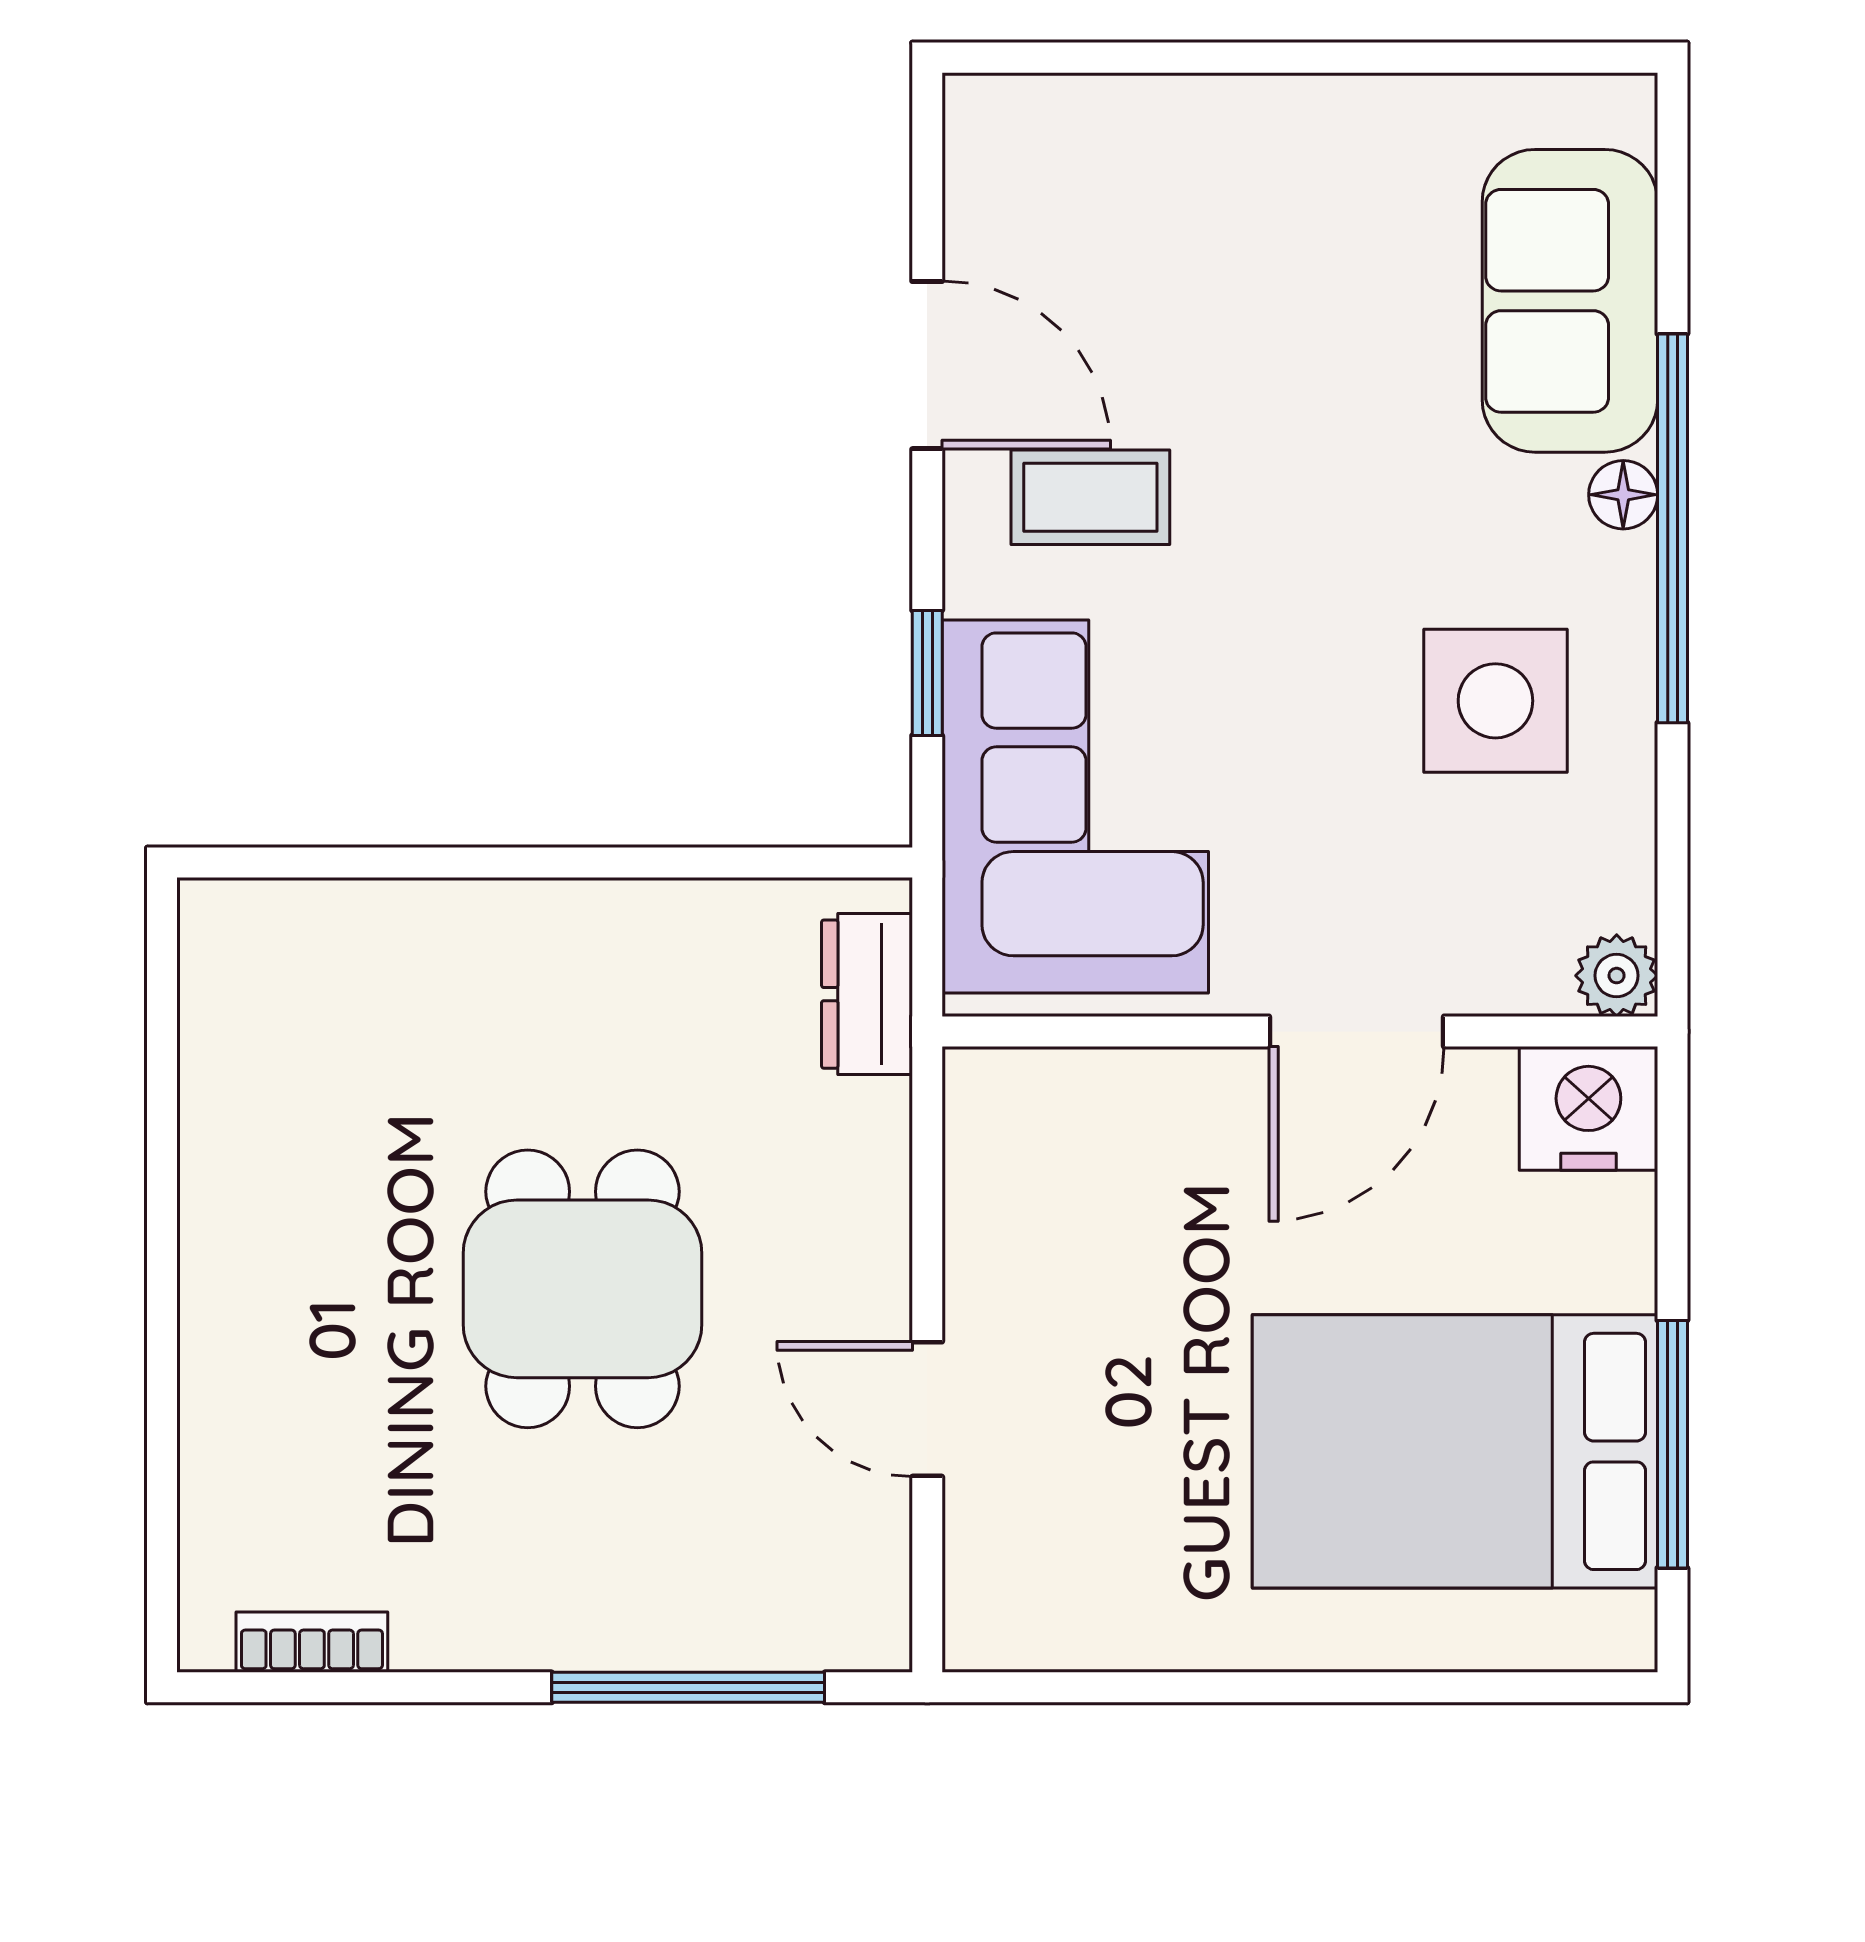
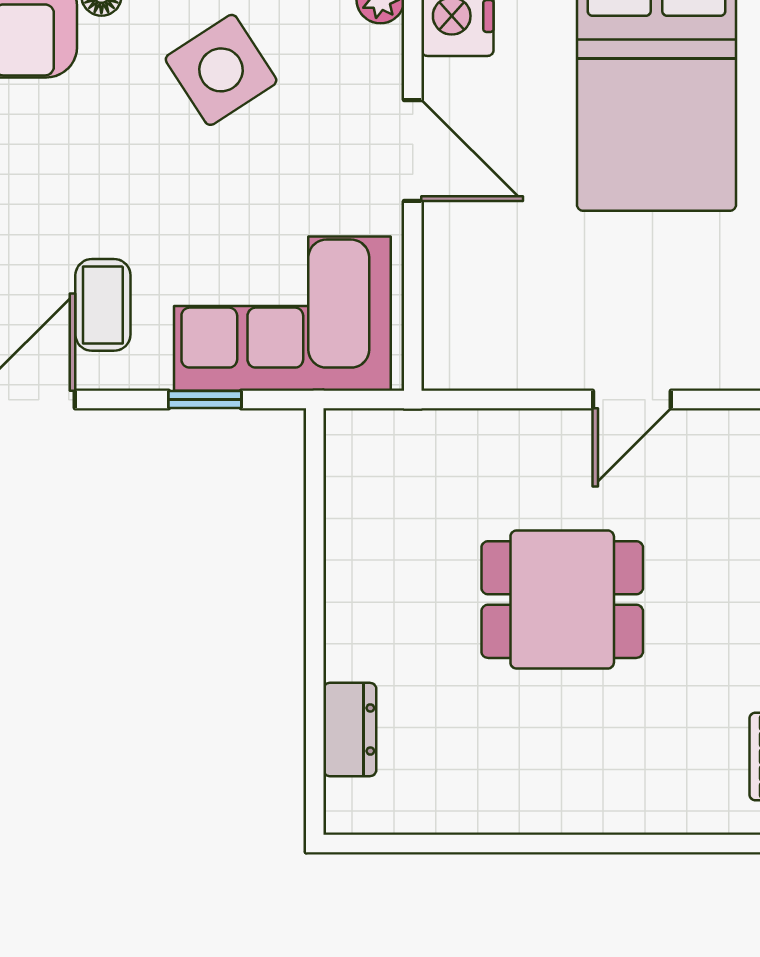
side table: (1495, 701) -> (221, 70), turned -33
dresser: (867, 994) -> (350, 729), moved, turned -90

